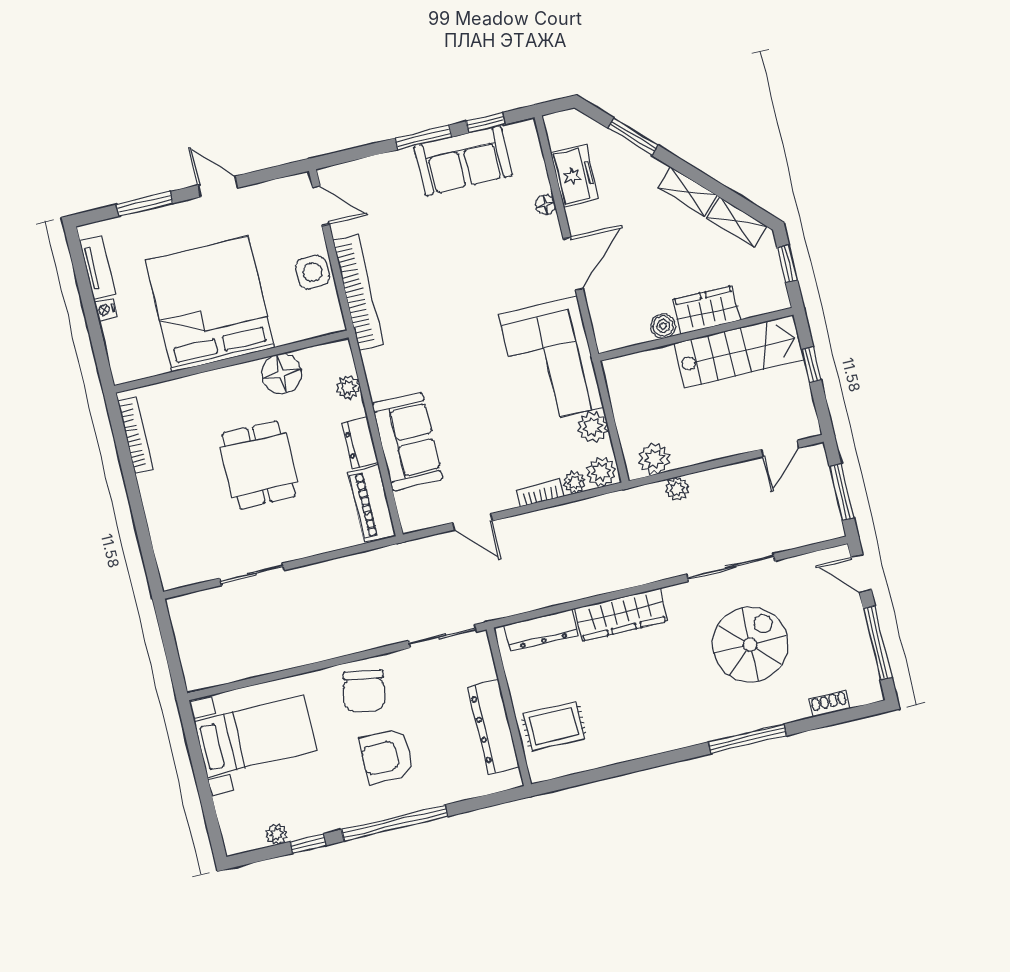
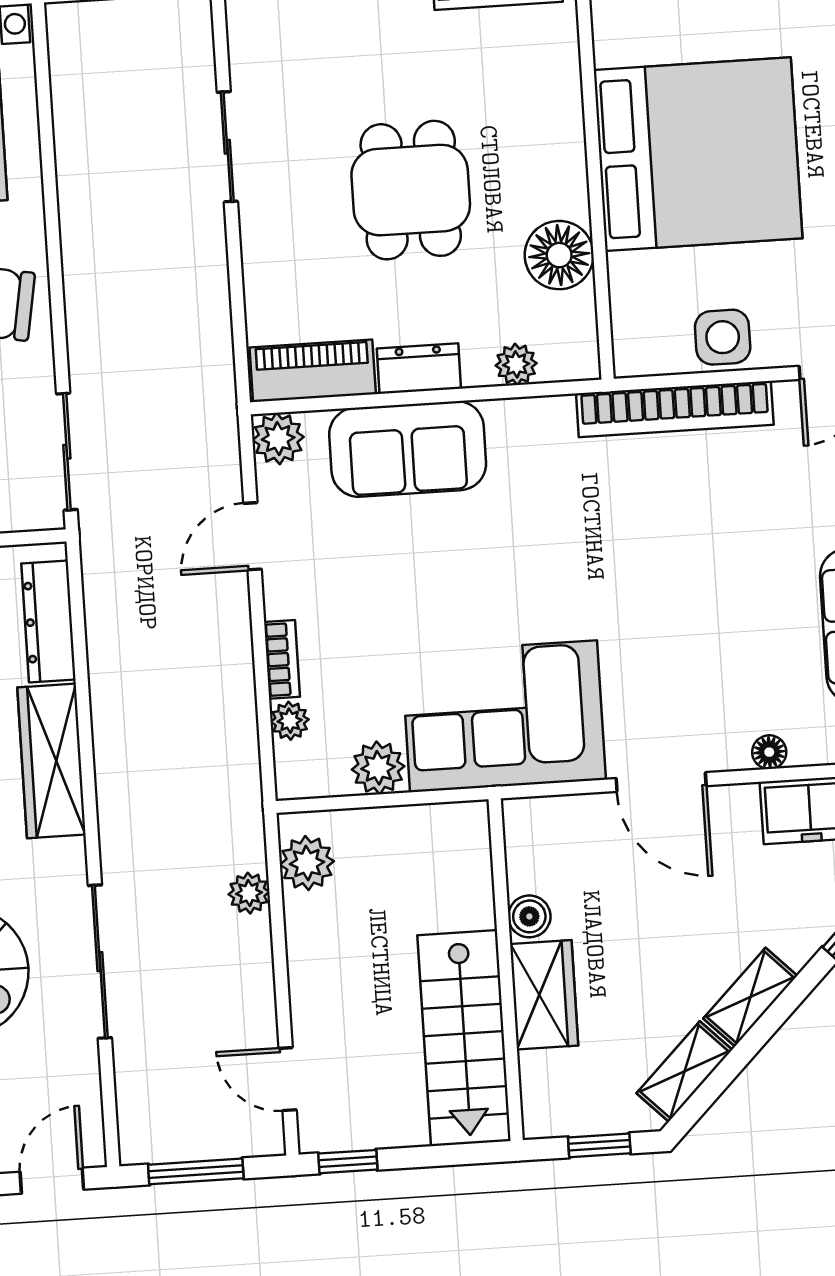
window: (811, 365) -> (348, 1162), moved
dining table: (259, 465) -> (411, 190), turned 90
plant: (601, 472) -> (278, 439), moved

